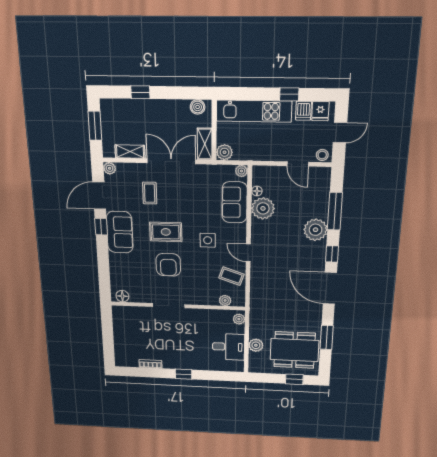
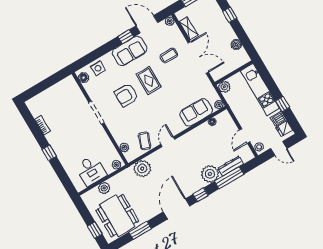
boiler: (198, 107) -> (236, 45), moved
shelving: (205, 144) -> (222, 72), removed
dresser: (322, 201) -> (231, 166), added
plant: (263, 208) -> (142, 169), moved
side table: (208, 240) -> (98, 68), moved

